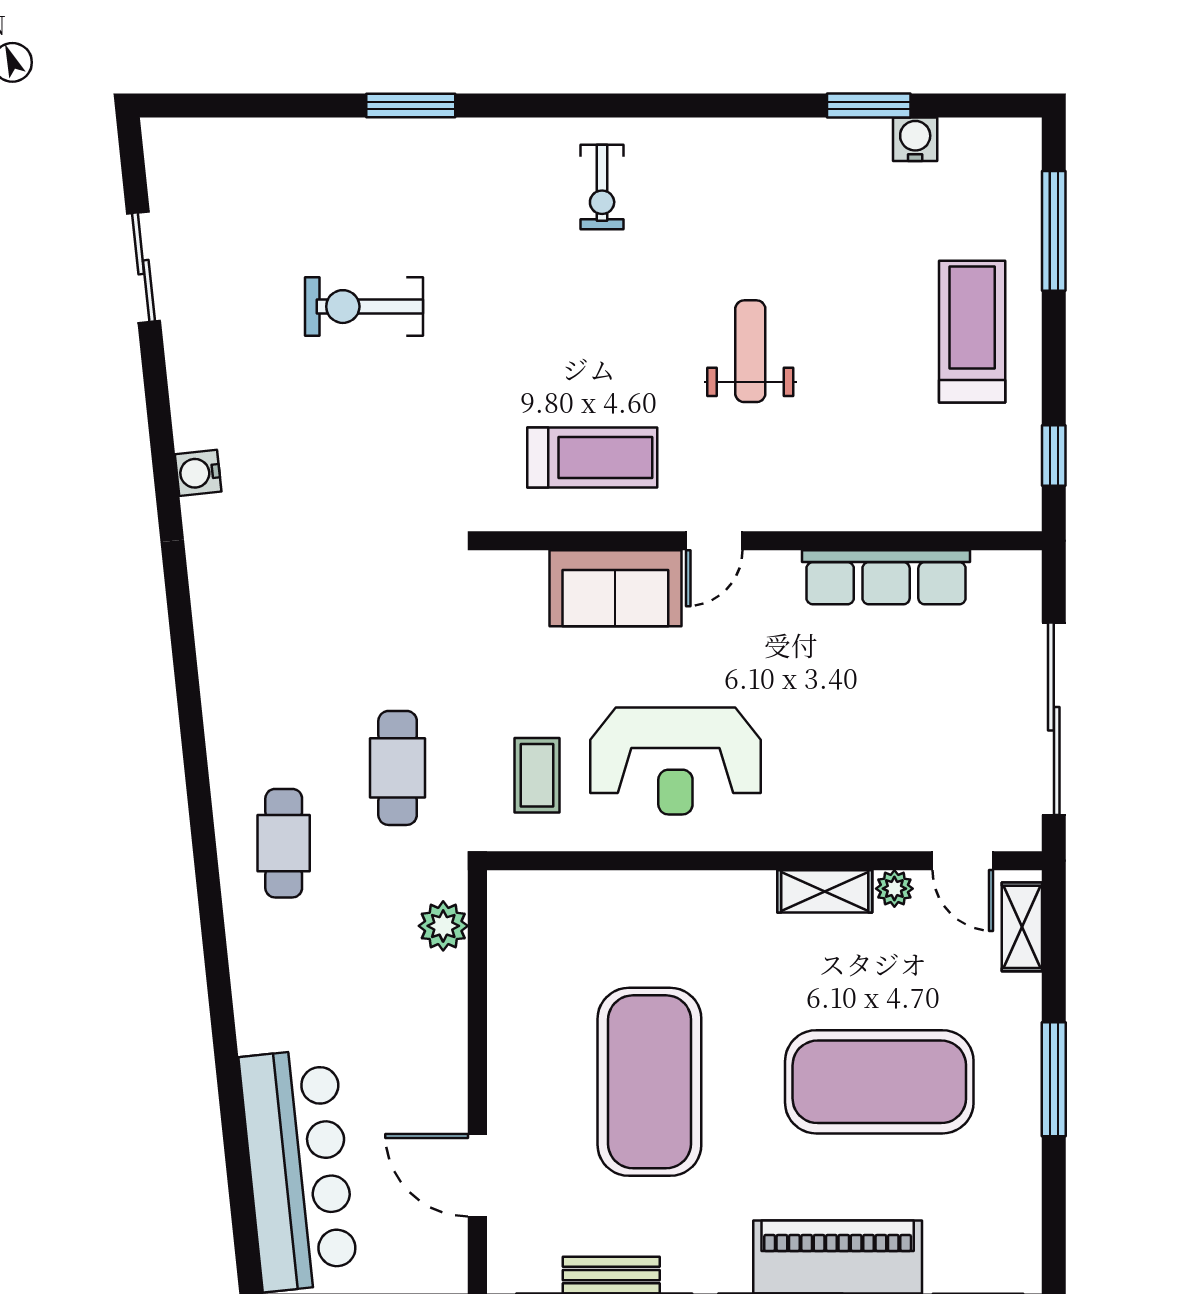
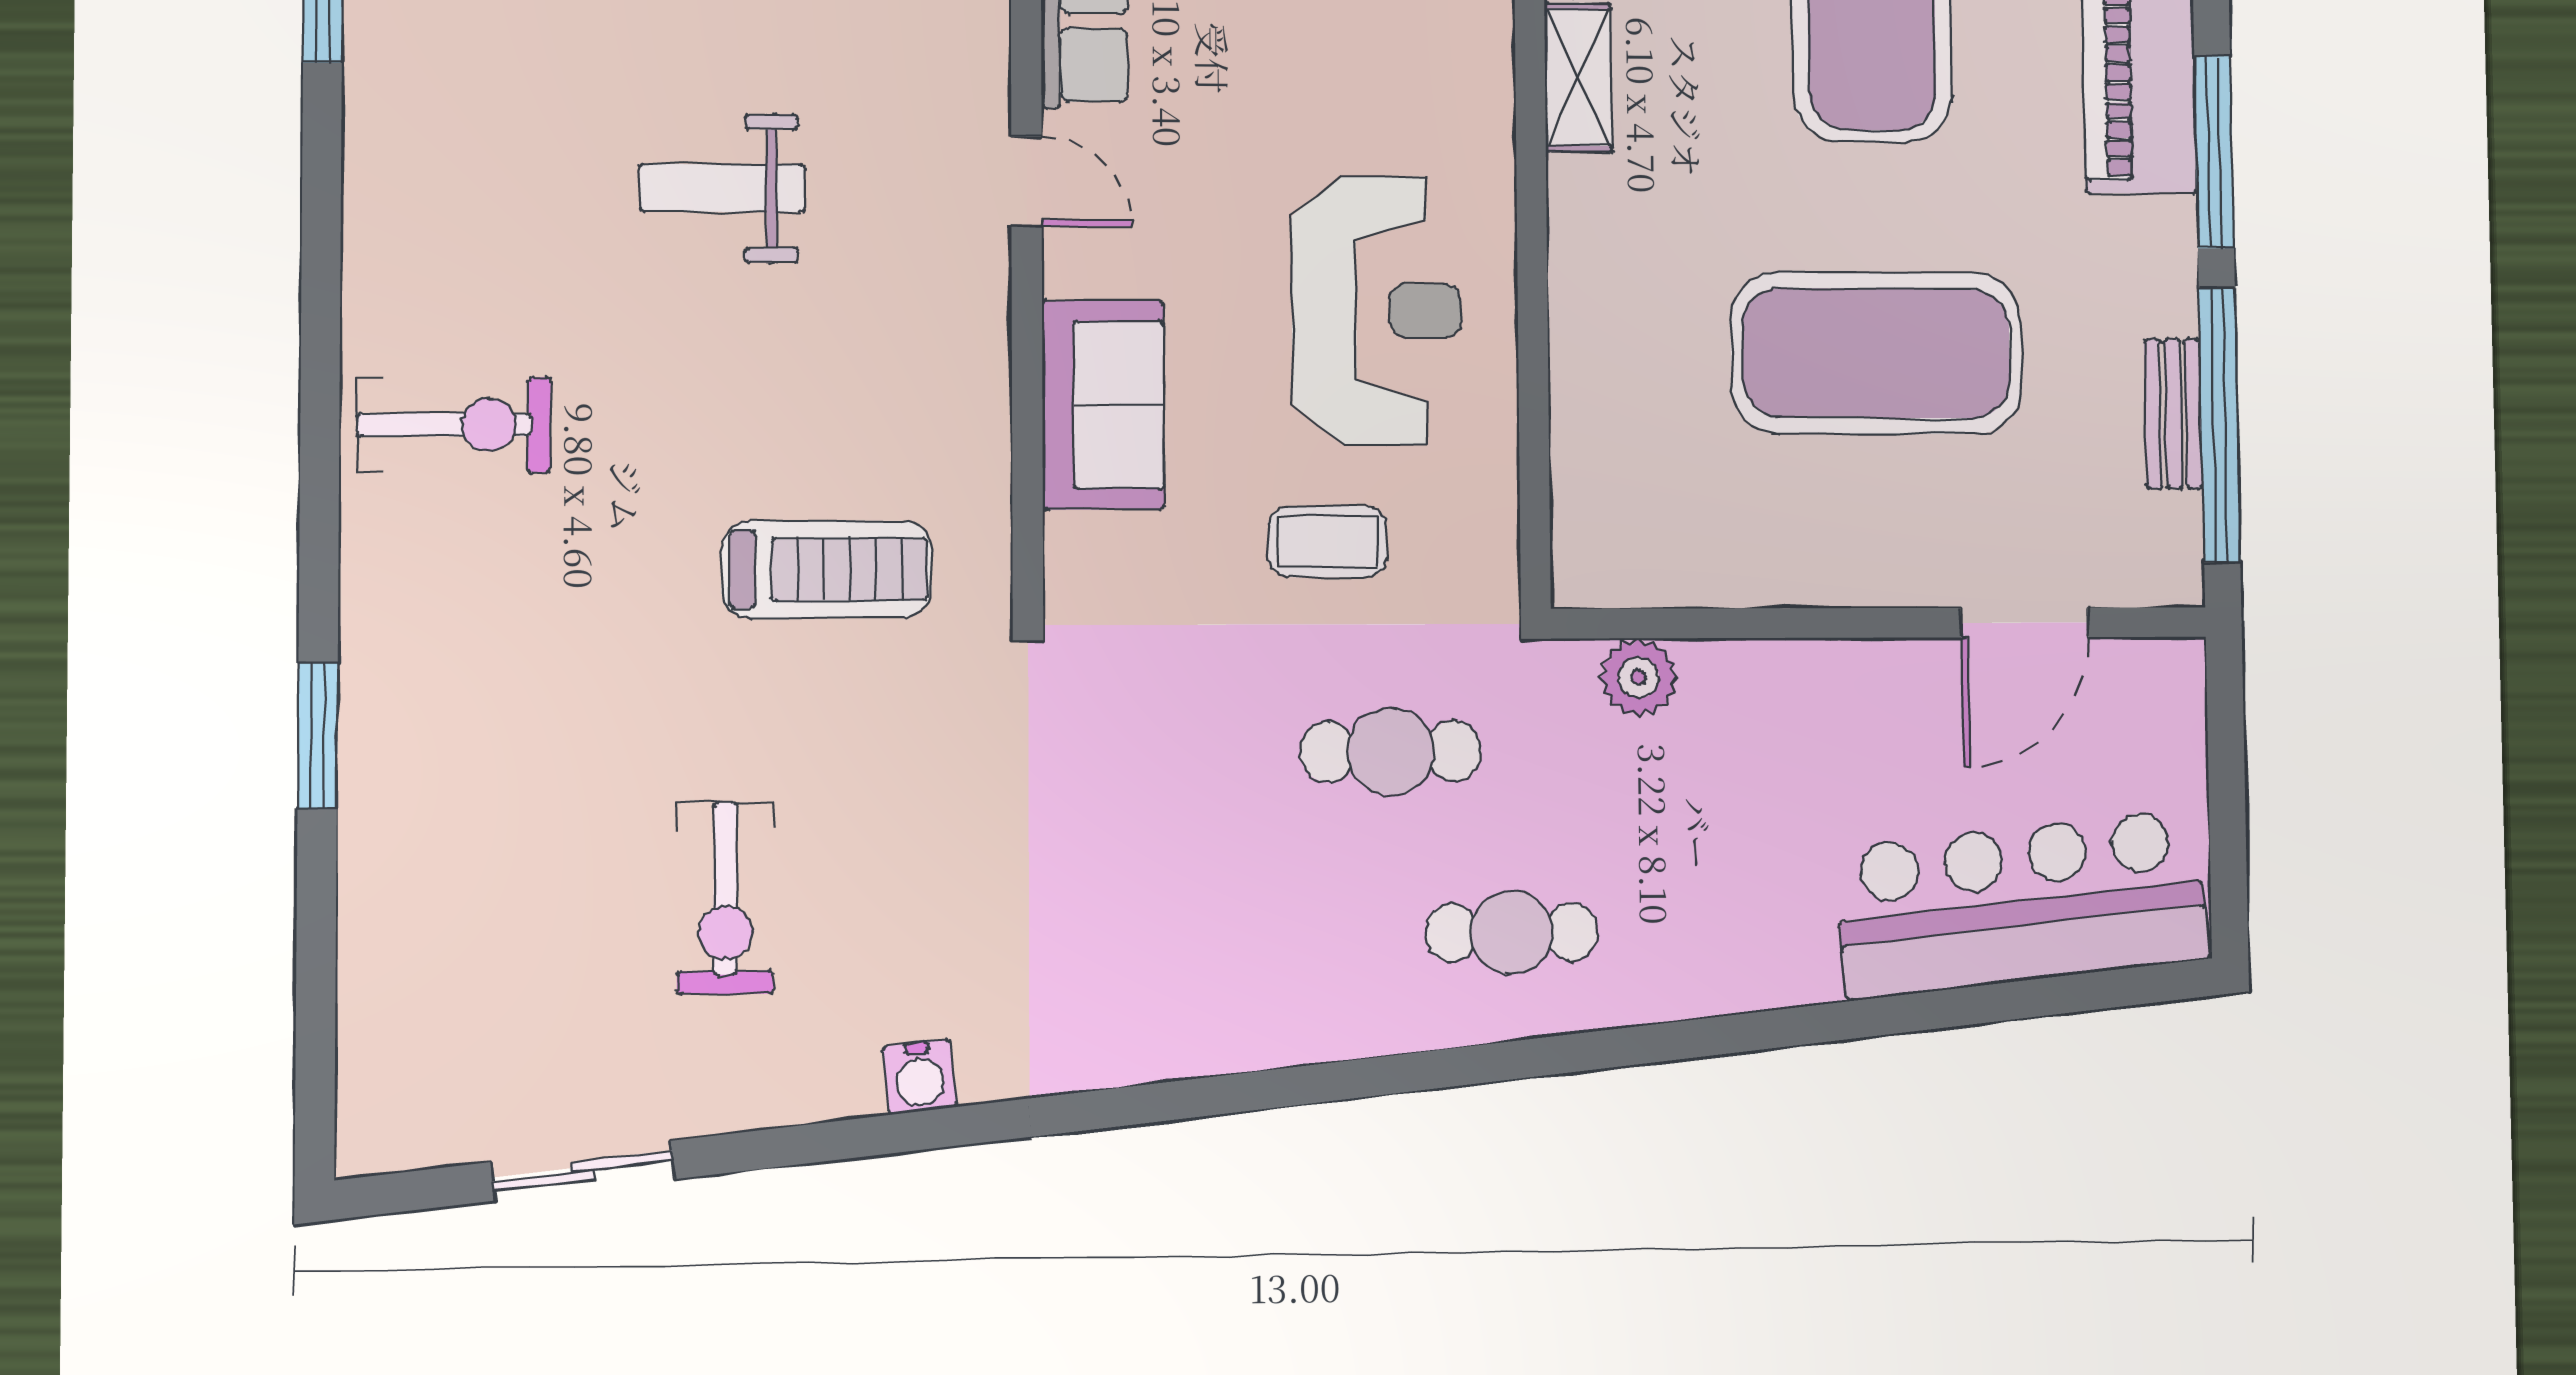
exercise bike: (602, 187) -> (454, 425), width x1.38, depth x1.39
exercise bike: (364, 307) -> (725, 898), moved
treadmill: (592, 457) -> (827, 569), moved, turned 90
door: (714, 541) -> (1027, 181), moved
coffee table: (537, 775) -> (1327, 542), moved

